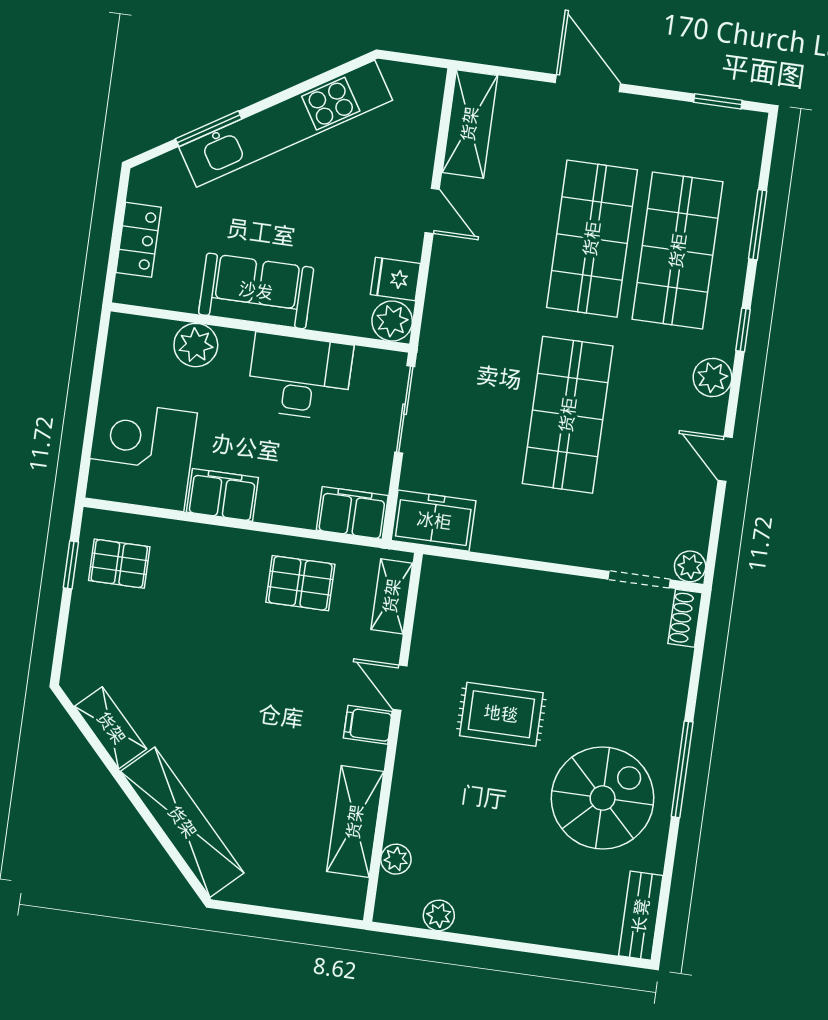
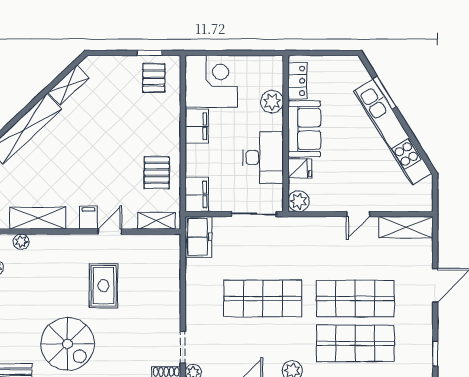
locker: (139, 240) -> (297, 81), moved, turned -90
fridge: (395, 279) -> (300, 168), moved, turned 90

